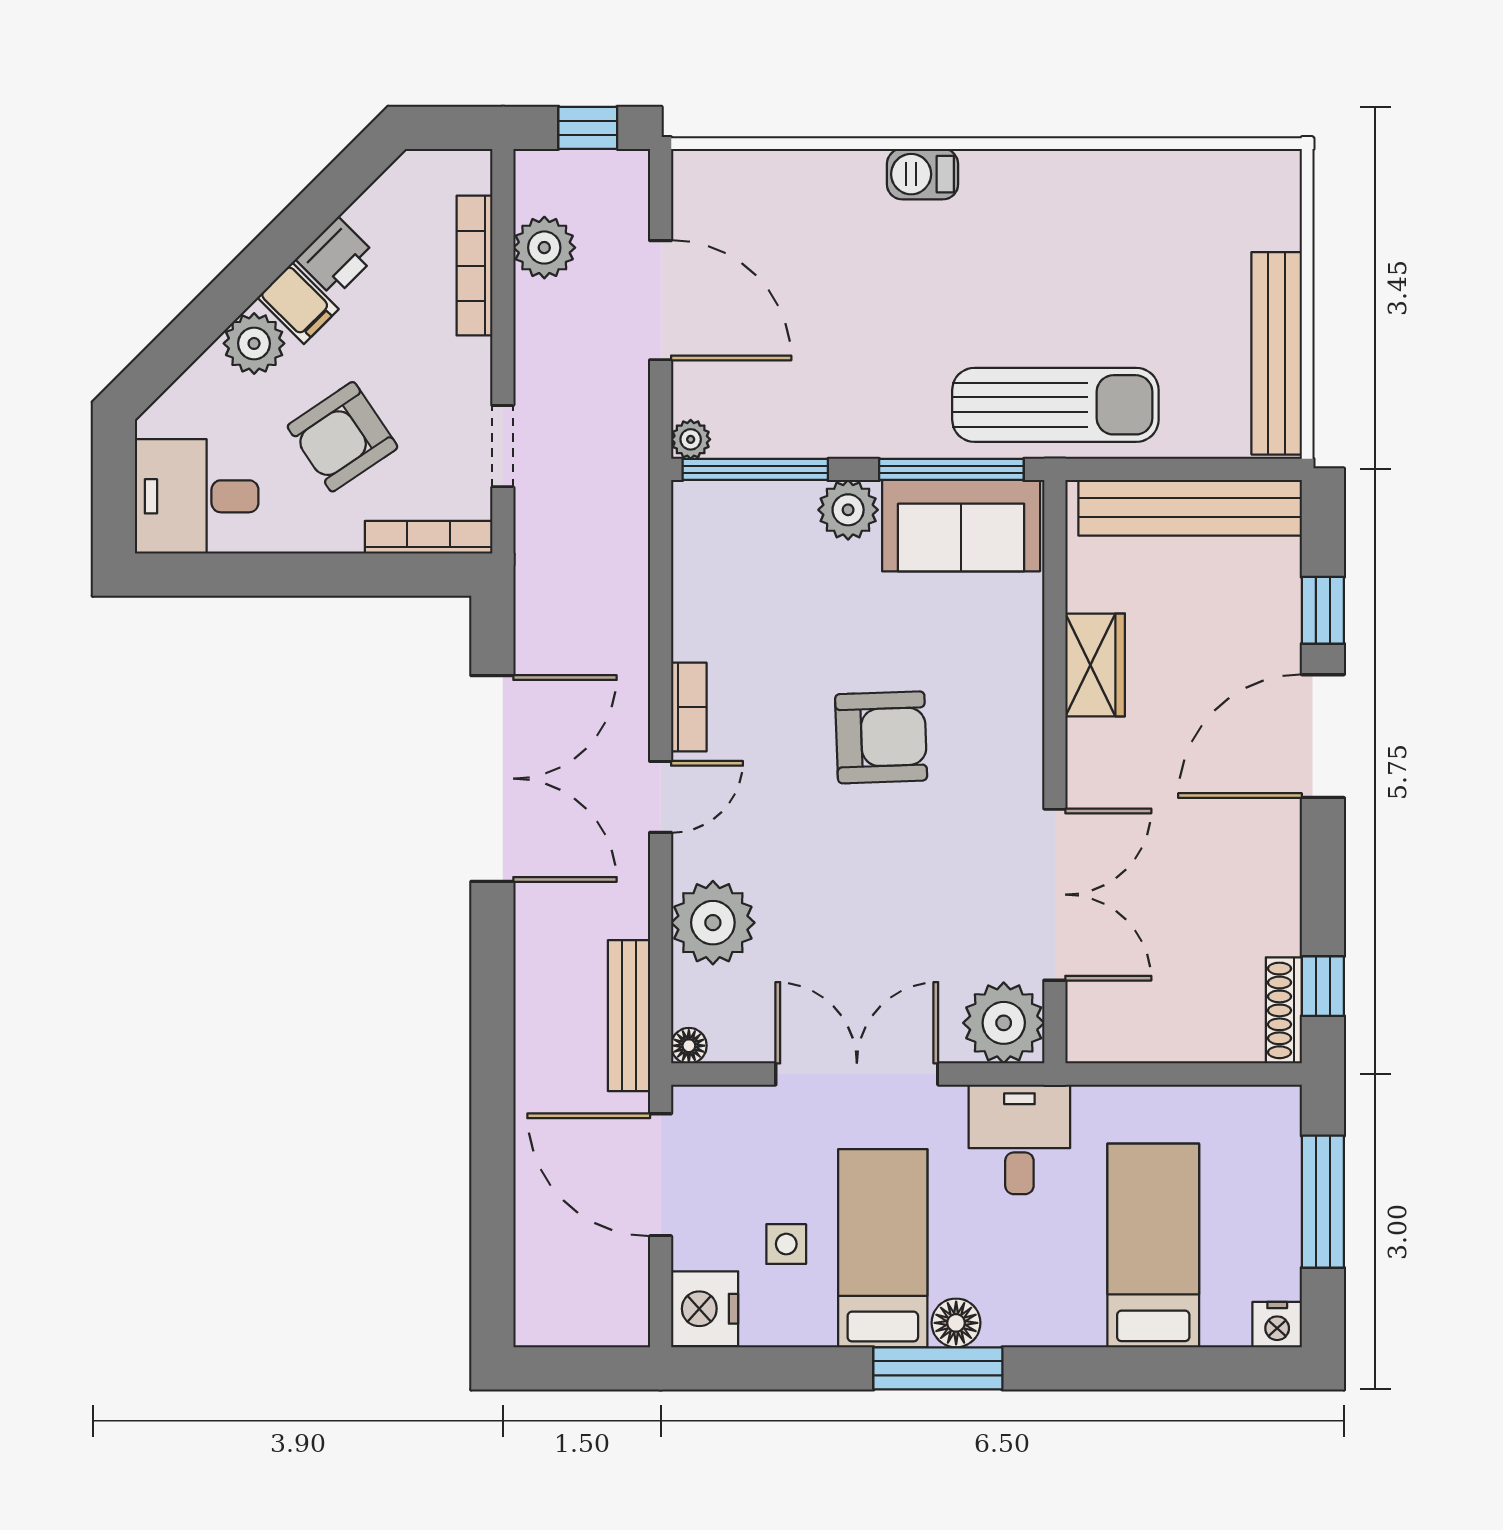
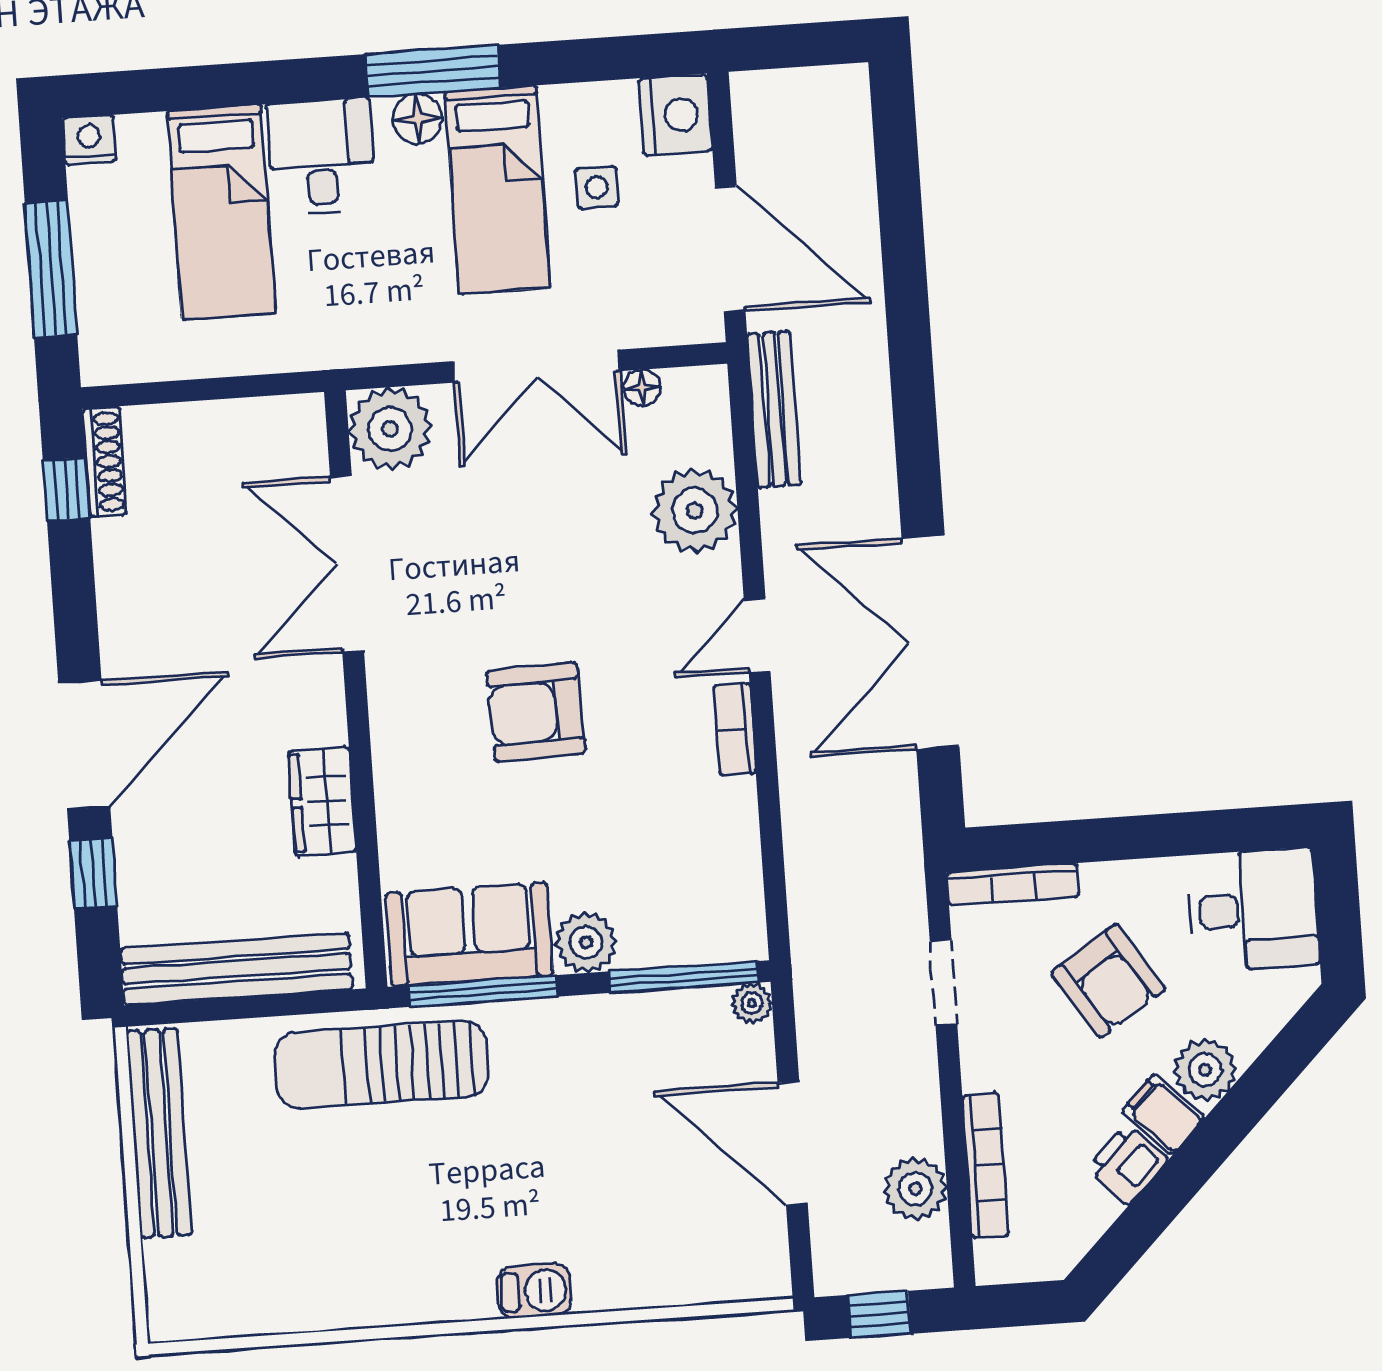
armchair: (342, 437) -> (1108, 981), turned 91
floor lamp: (689, 1046) -> (642, 388), moved
desk: (1019, 1139) -> (321, 157), moved, turned 180

